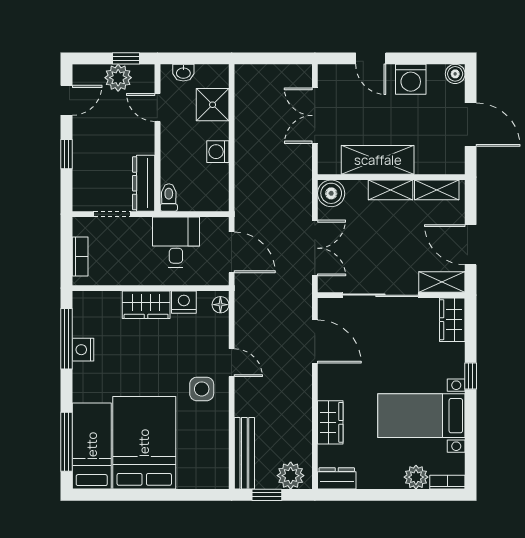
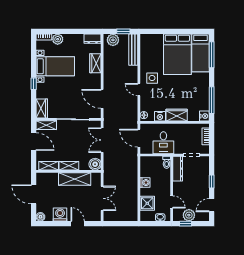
nightstand: (83, 350) -> (204, 116), moved

